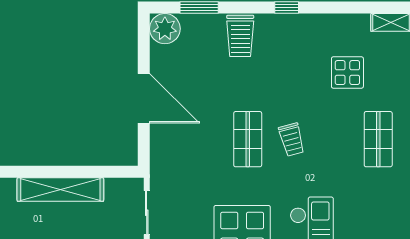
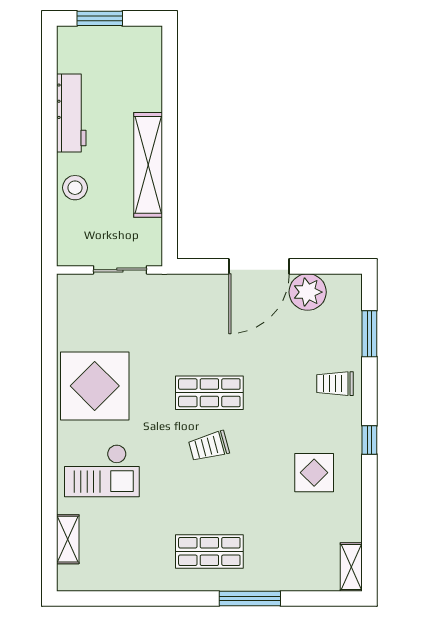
plant: (165, 29) -> (308, 292), moved
trolley: (240, 36) -> (335, 384), width x0.73, depth x0.72
display table: (347, 73) -> (314, 473), moved

